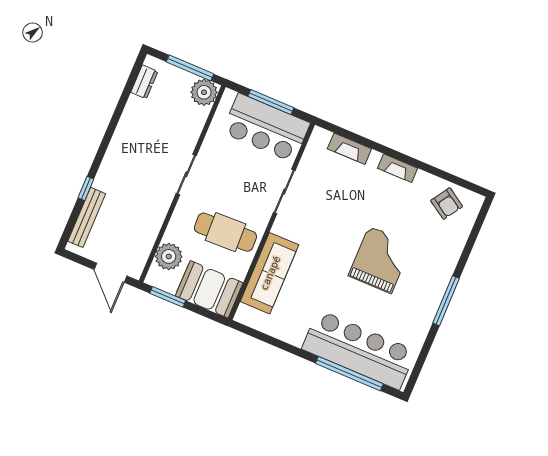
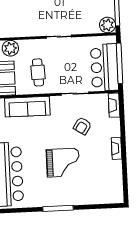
window: (271, 102) -> (120, 63), width x1.46
fireplace: (349, 149) -> (114, 105), moved
armchair: (447, 204) -> (82, 126), moved
cafe table: (225, 232) -> (38, 72), width x0.73, depth x0.74

